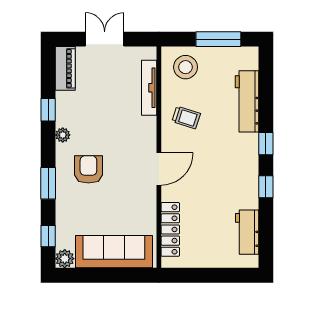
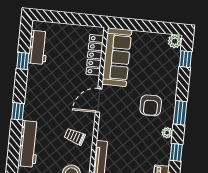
window: (48, 183) -> (180, 113), moved
window: (266, 187) -> (23, 61), moved
sofa: (114, 252) -> (117, 57), moved, turned -90

